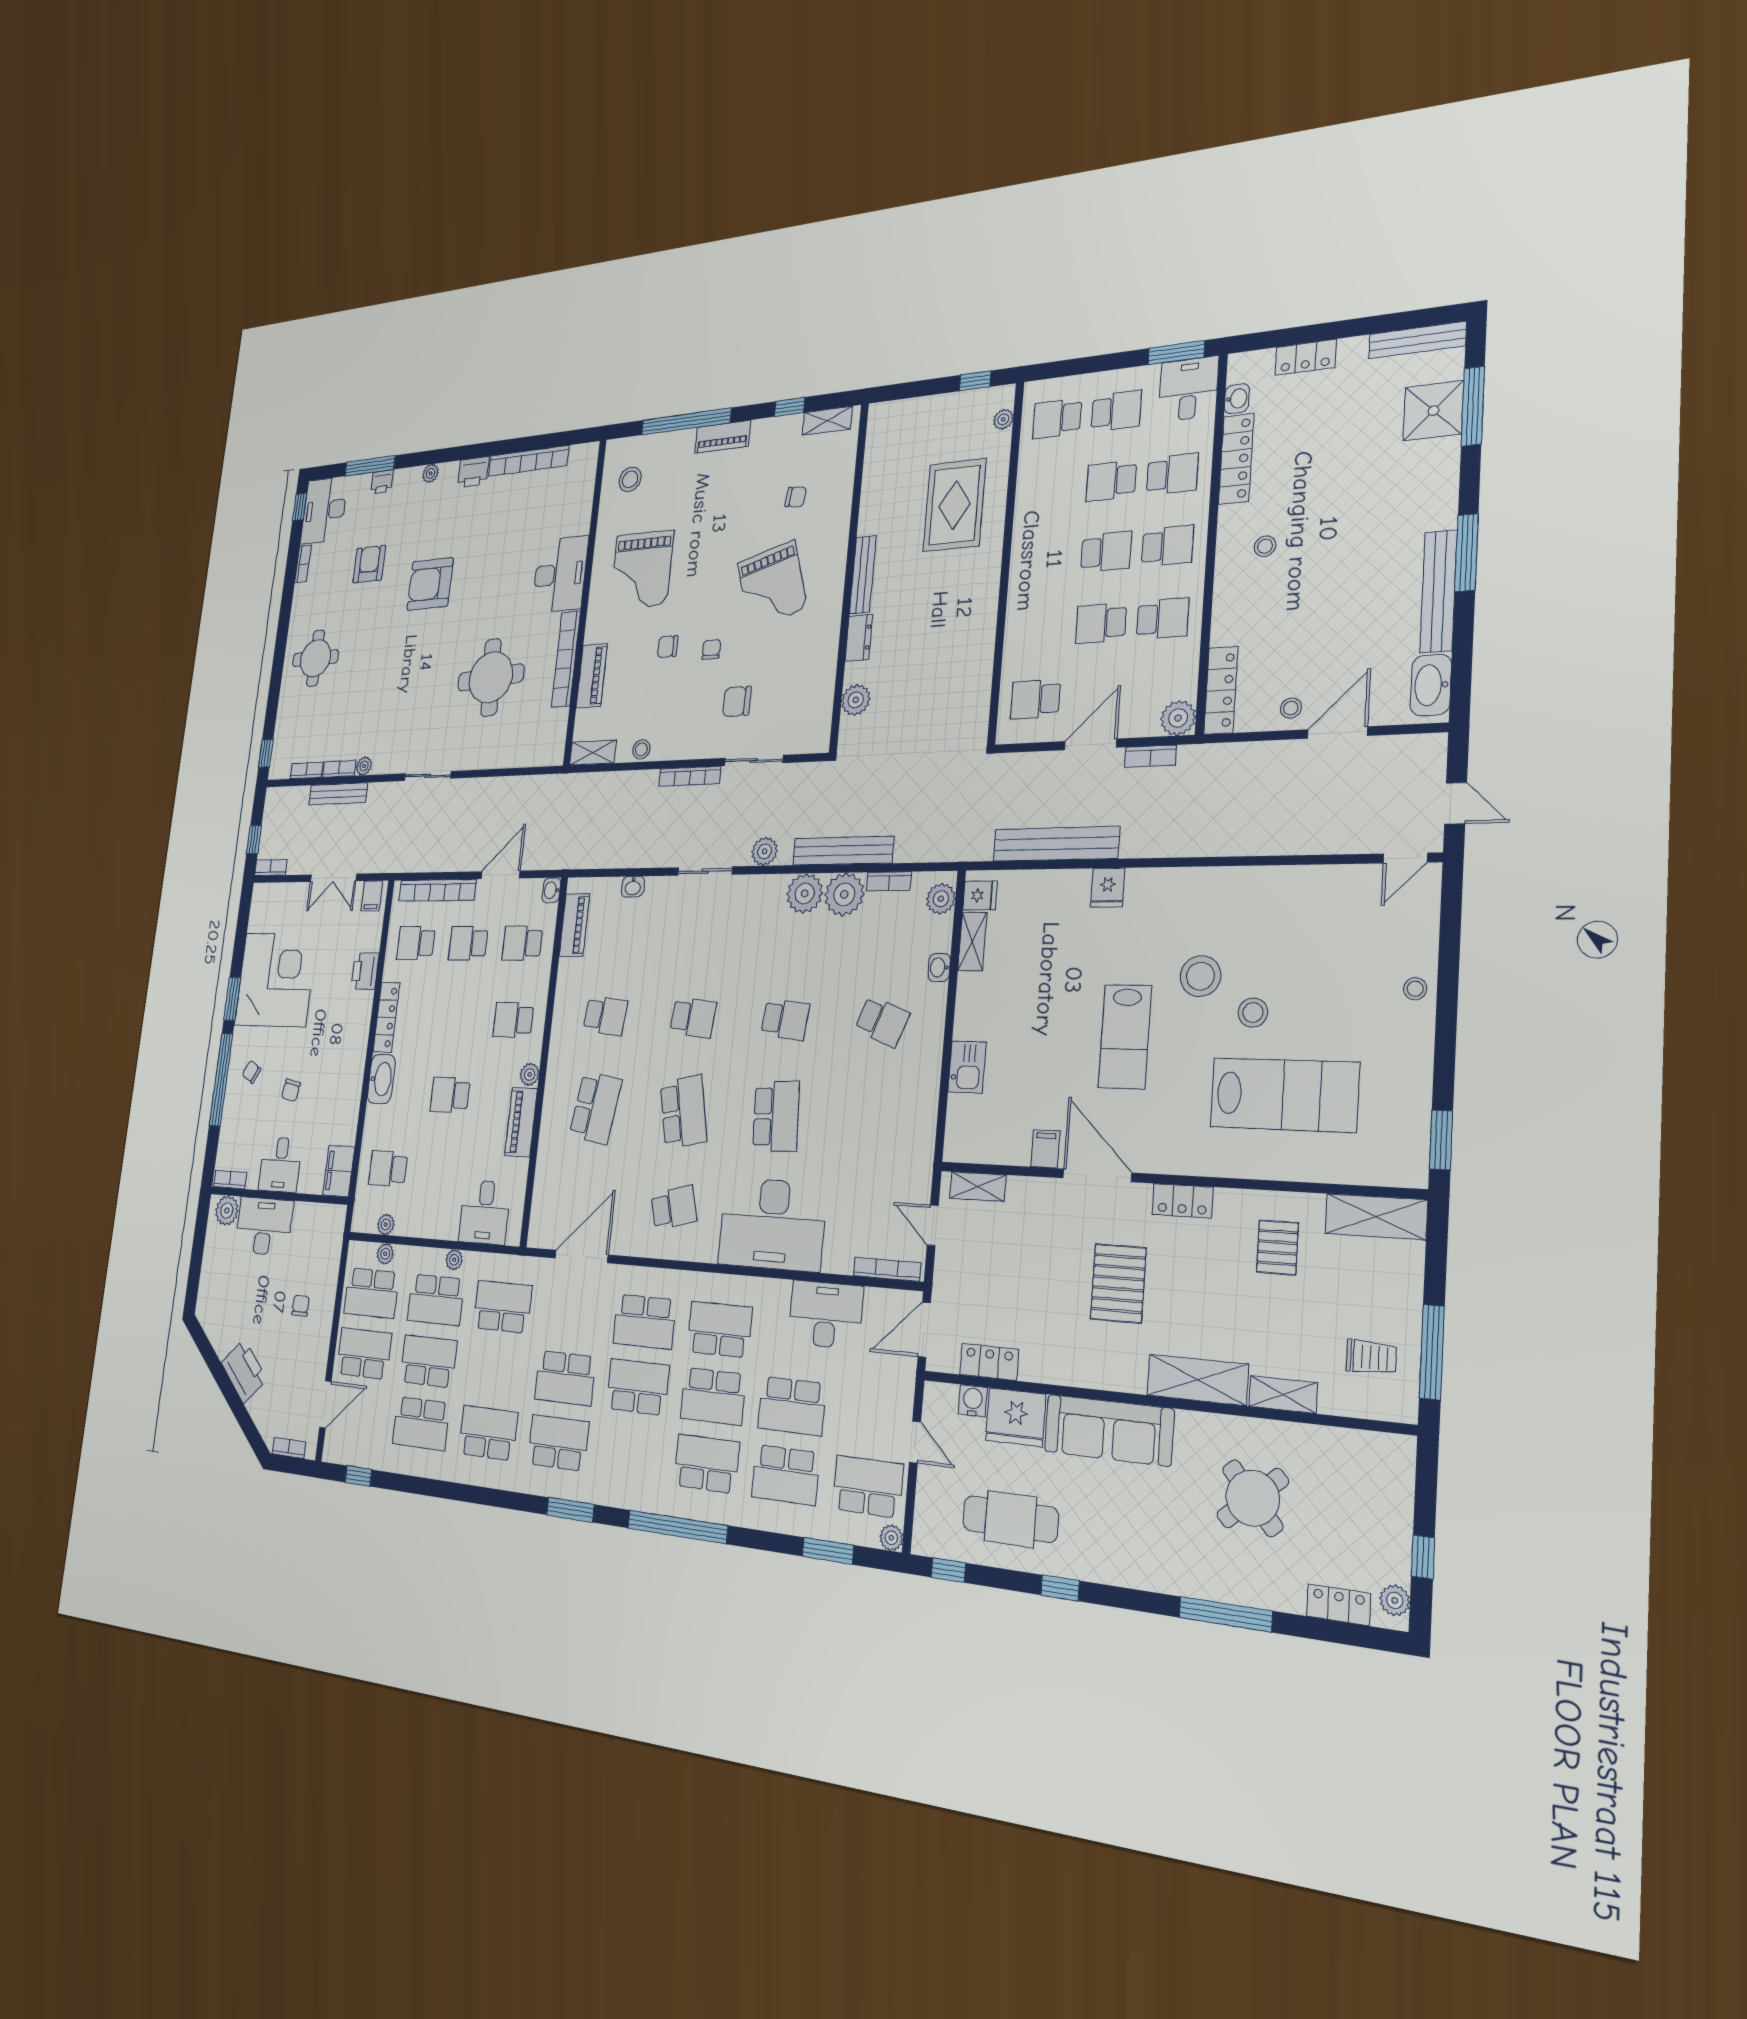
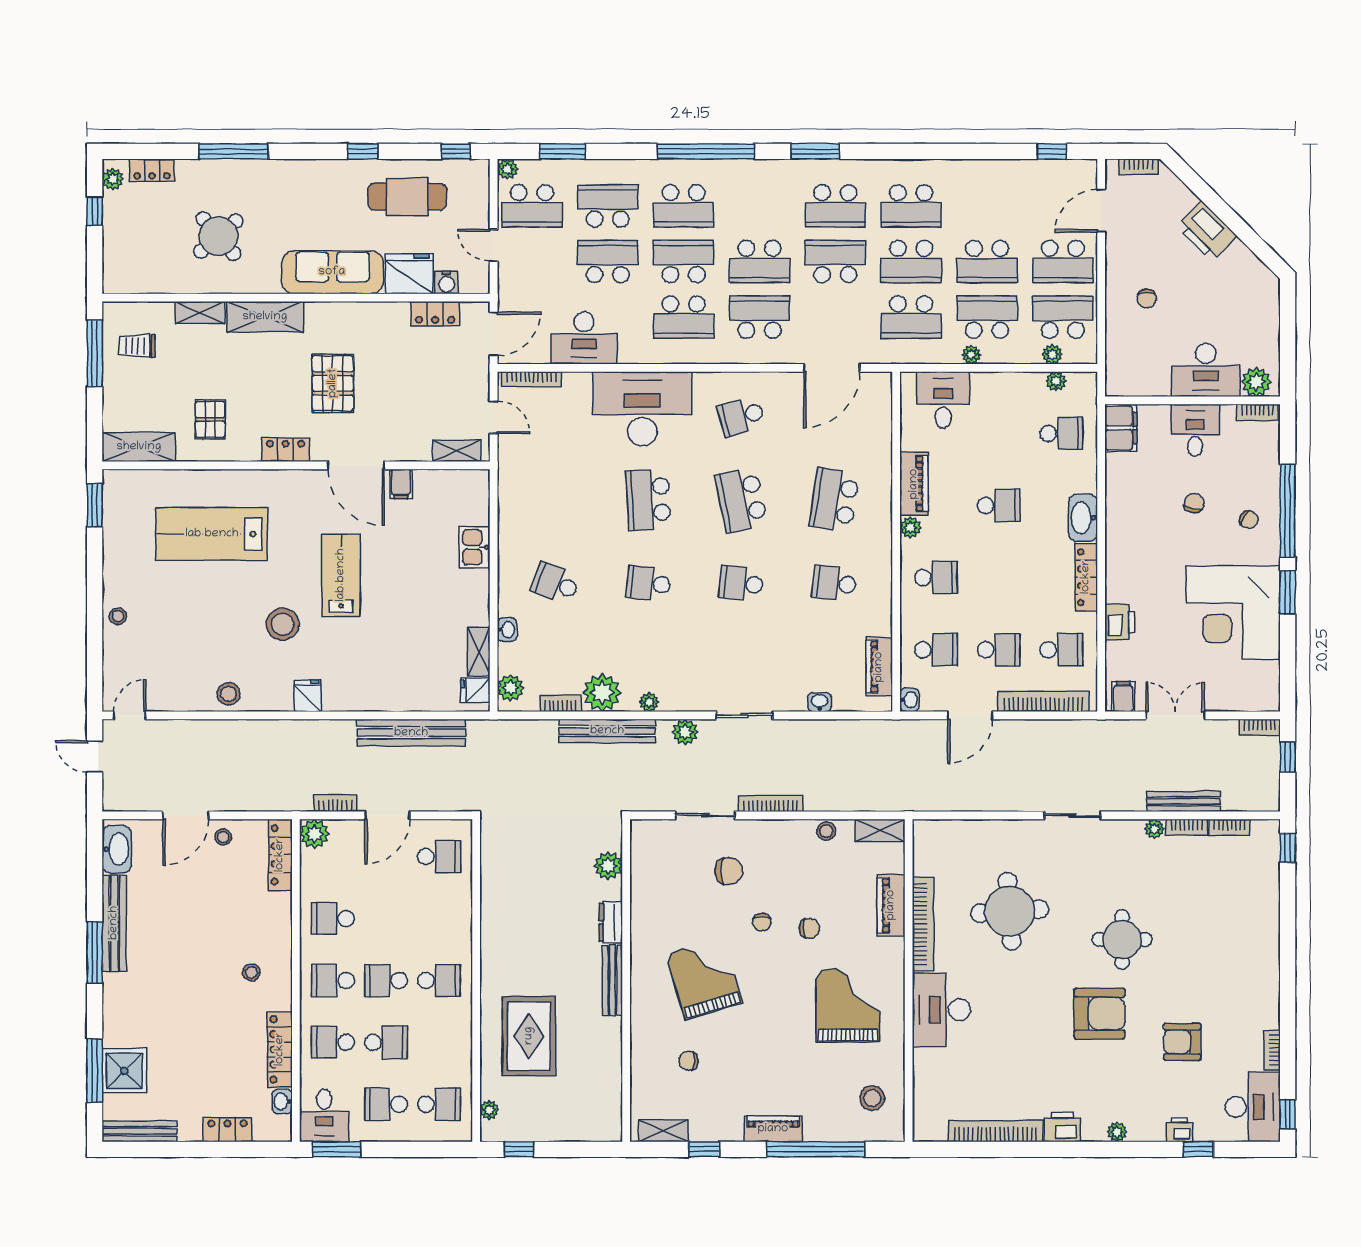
window: (370, 466) -> (1199, 1149), width x0.46
armchair: (369, 564) -> (1182, 1042), turned 90
school desk: (1101, 623) -> (439, 980), moved
round table: (316, 658) -> (1122, 939), moved
fridge: (1108, 888) -> (308, 696), moved
plant: (805, 893) -> (649, 702), width x0.53, depth x0.53
stool: (1253, 1012) -> (228, 694), moved
school desk: (421, 1423) -> (911, 261), moved, turned 180

